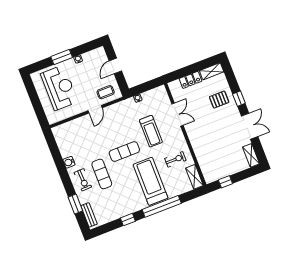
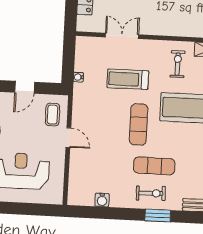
door: (115, 66) -> (25, 87), hinge flipped
treadmill: (151, 131) -> (128, 79), turned 180
water cooler: (69, 162) -> (102, 200), moved
window: (75, 204) -> (158, 216), moved

